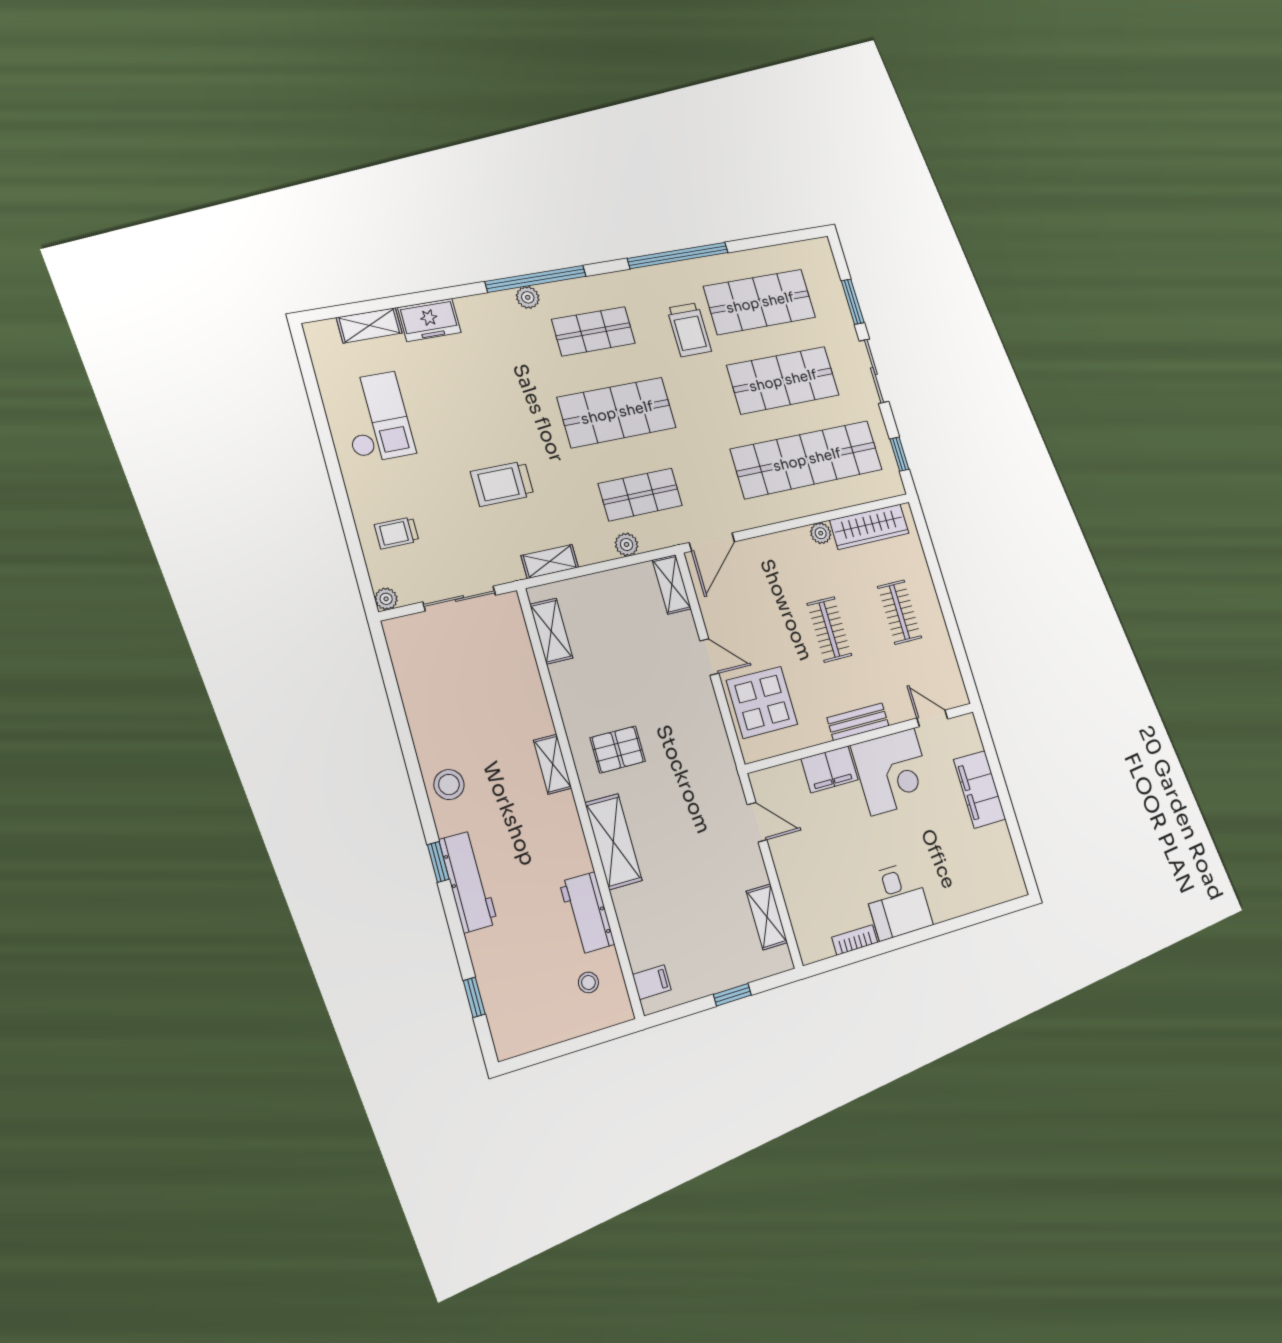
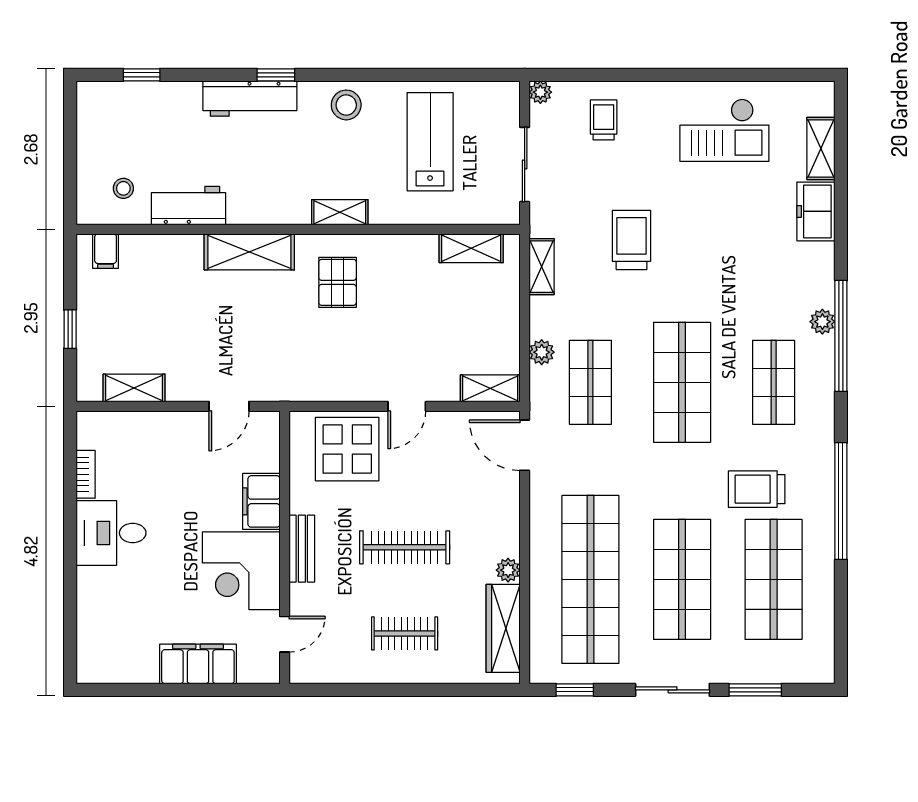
clothes rail: (829, 629) -> (405, 547), width x1.36
lab bench: (462, 694) -> (430, 142), added

